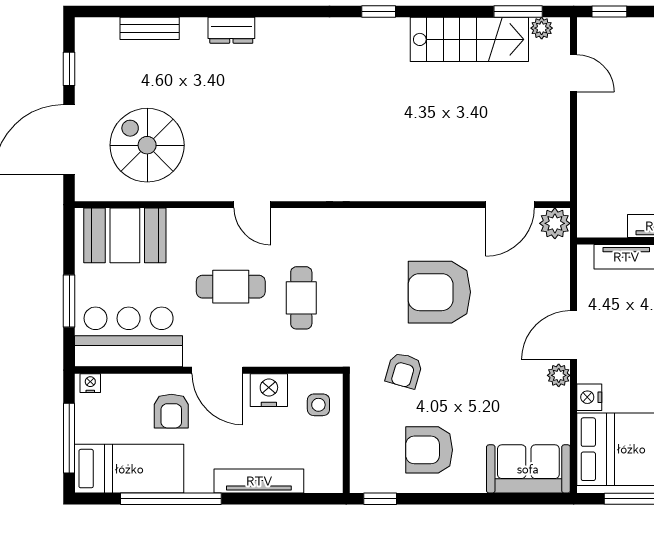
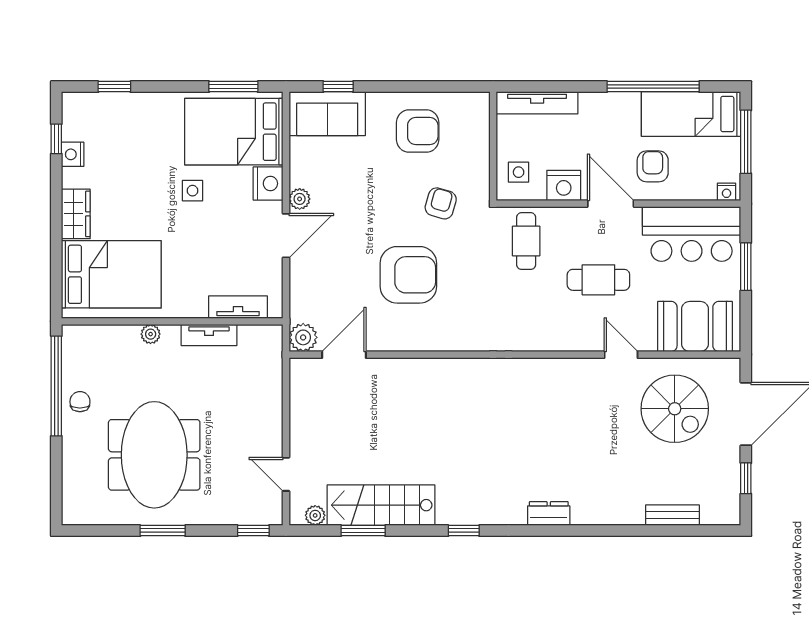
window: (518, 12) -> (363, 531), moved
dresser: (231, 30) -> (549, 514), moved
door: (252, 205) -> (621, 355), moved
cafe table: (301, 298) -> (526, 241), moved
nightstand: (589, 397) -> (268, 183), width x1.36, depth x1.33
tv unit: (259, 481) -> (537, 103), moved
window: (380, 499) -> (338, 87), moved

